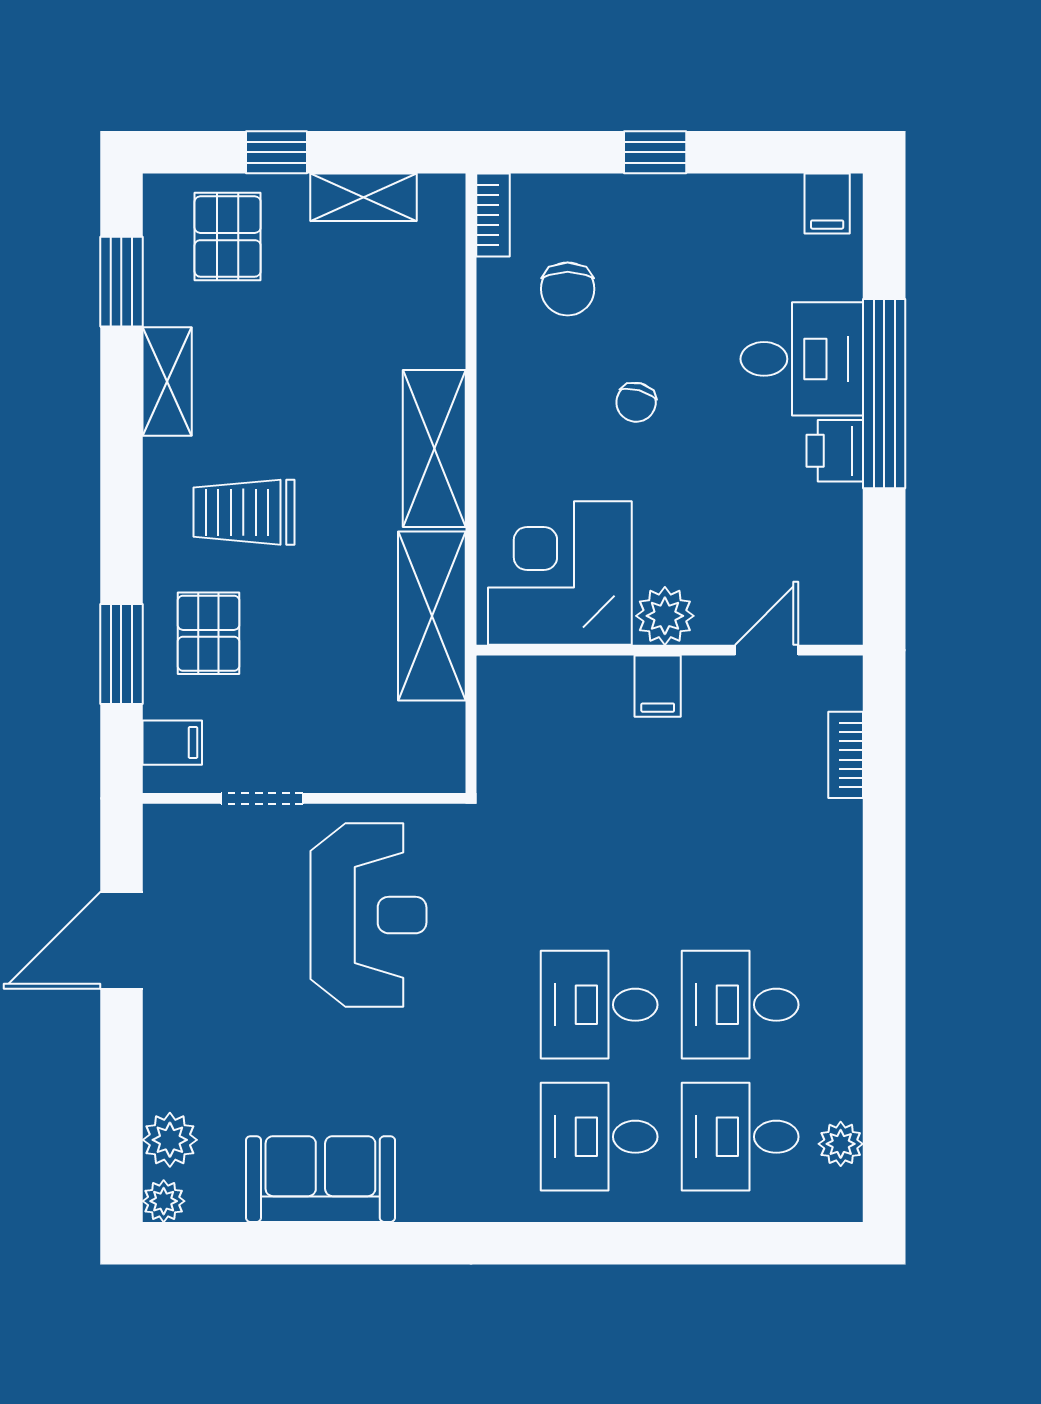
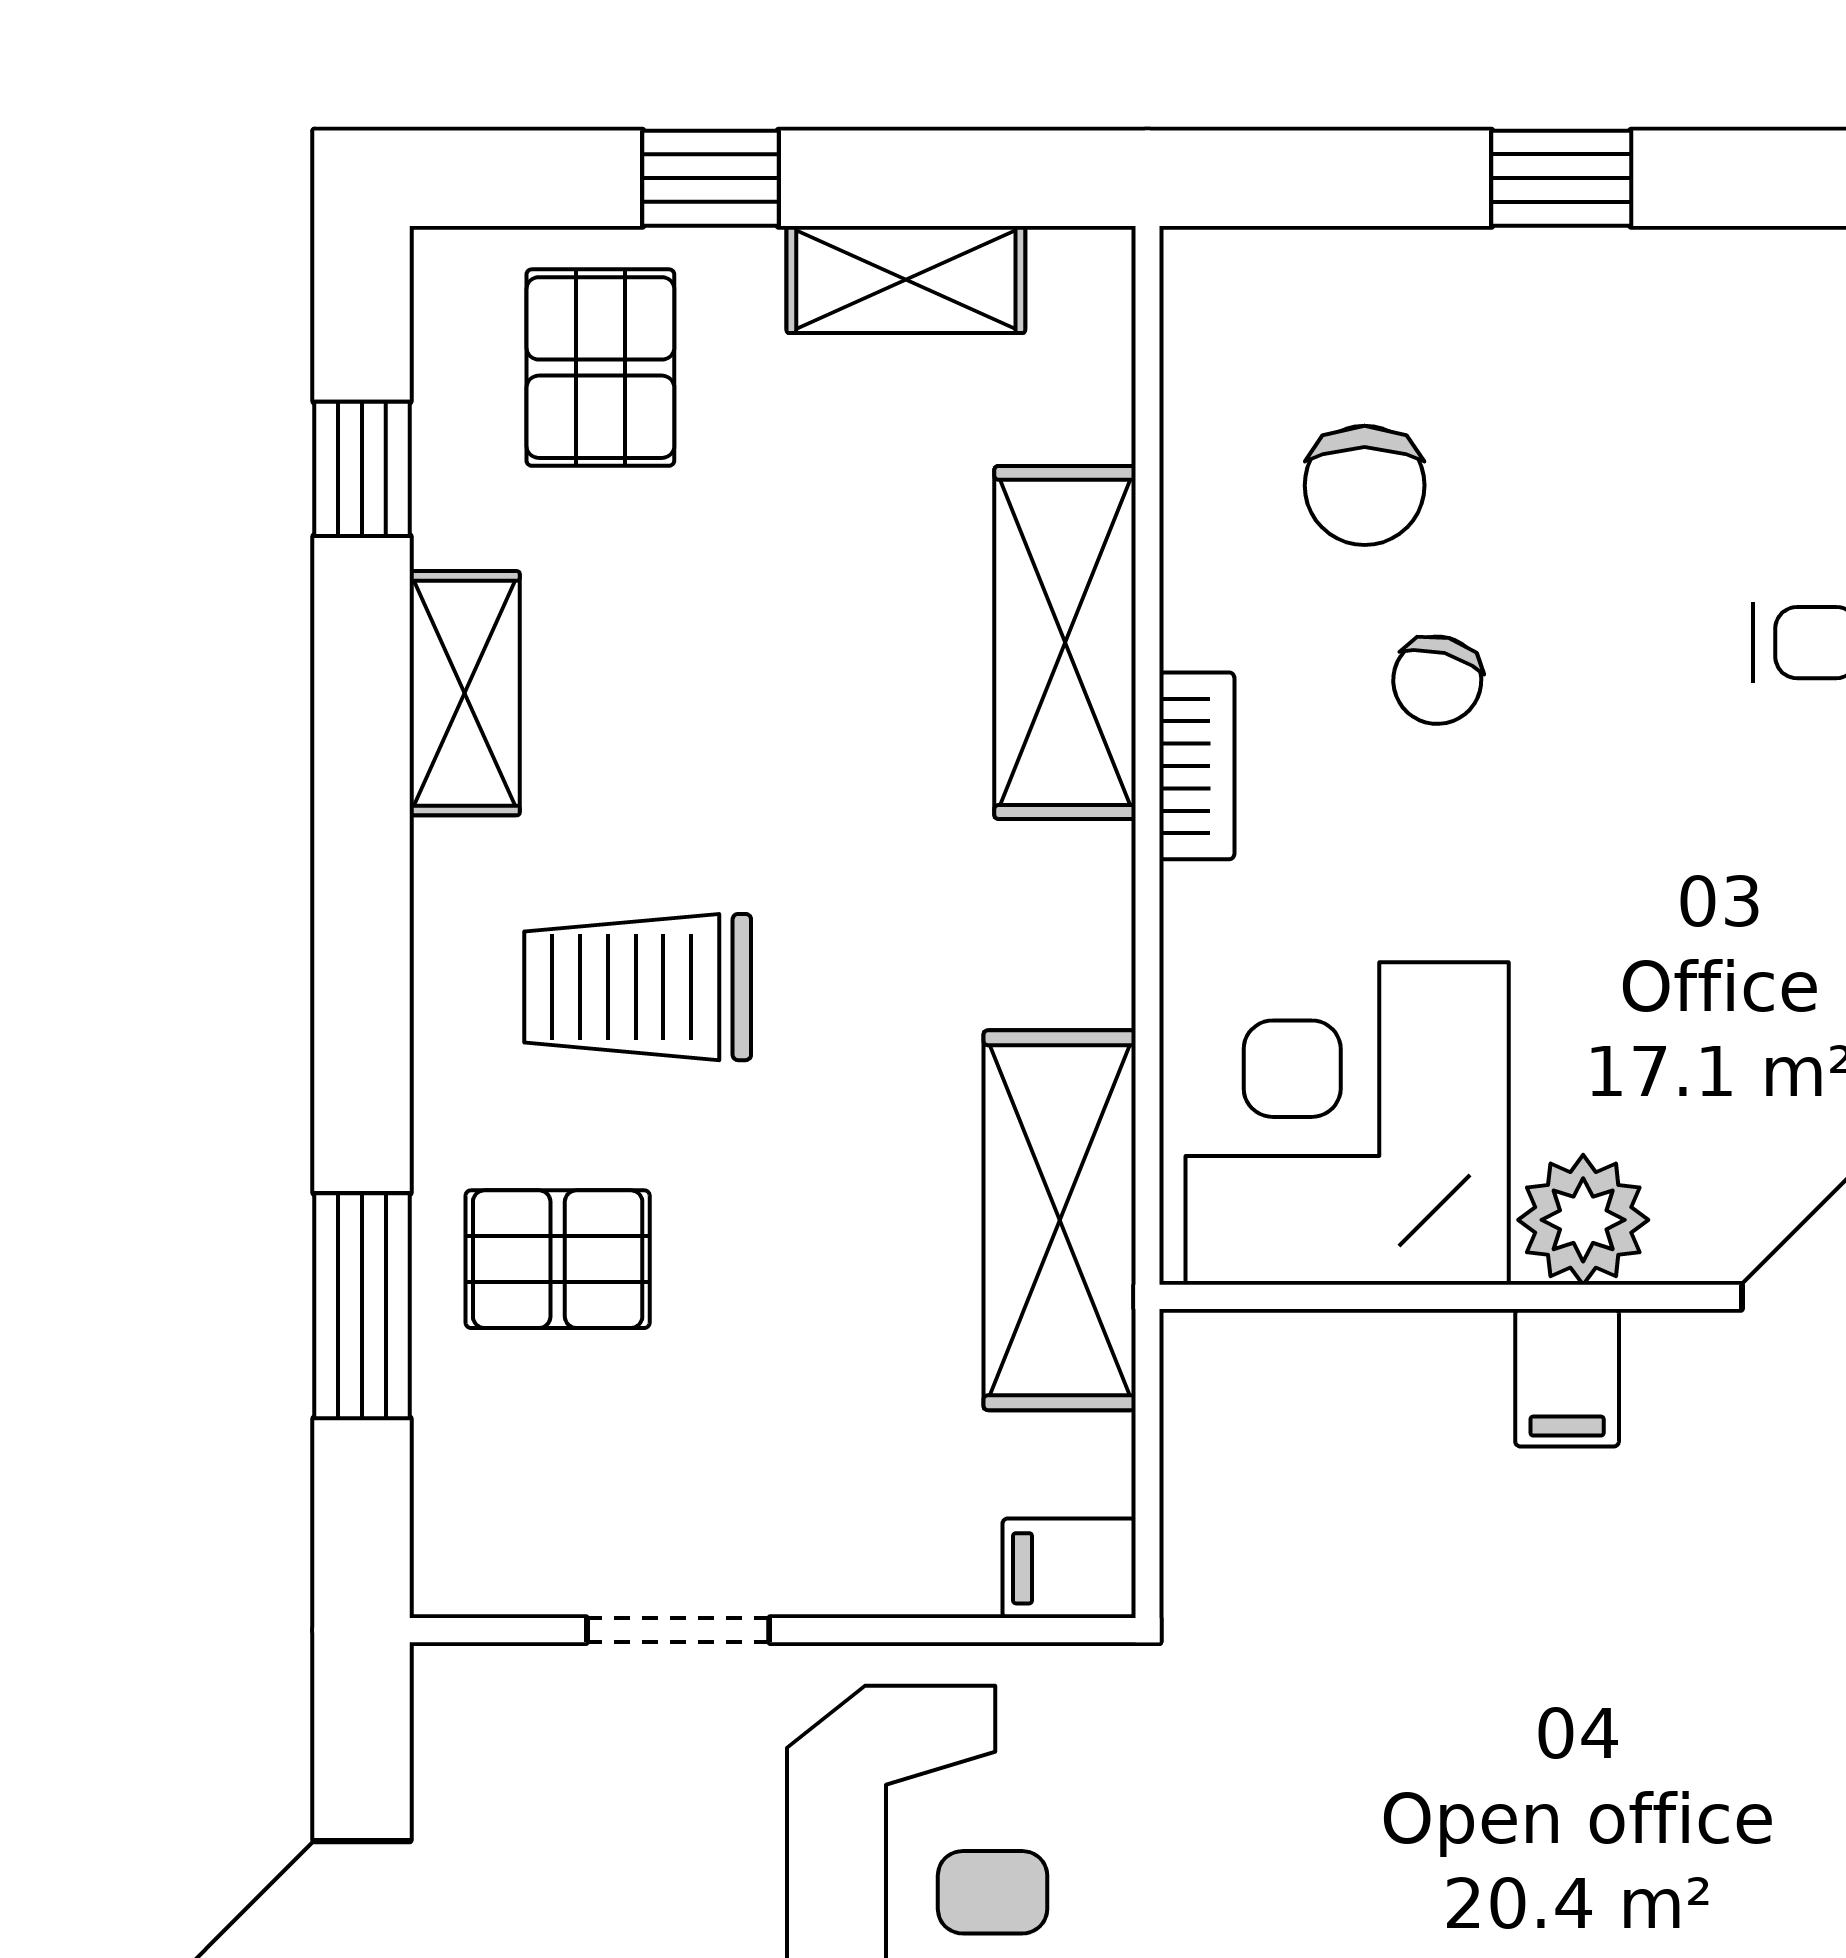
bookcase: (493, 215) -> (1197, 766), moved
window: (121, 282) -> (362, 469), width x0.67
chair: (636, 402) -> (1437, 680), moved
shelving: (434, 449) -> (1065, 642), moved
pallet: (209, 633) -> (558, 1259), turned 90
filing cabinet: (172, 743) -> (1069, 1568), moved, turned 180

